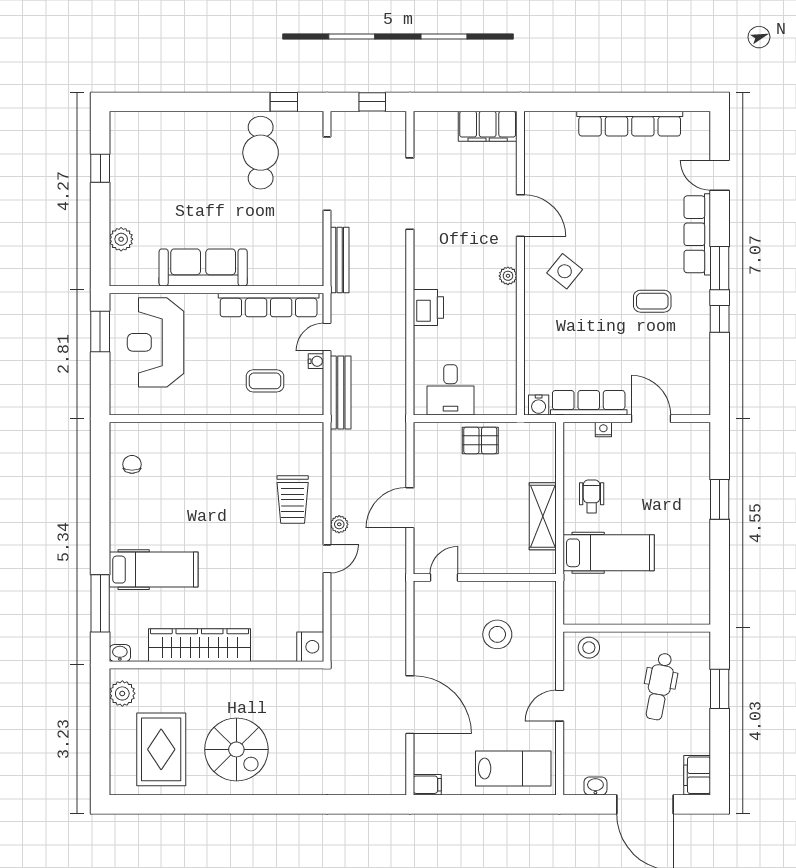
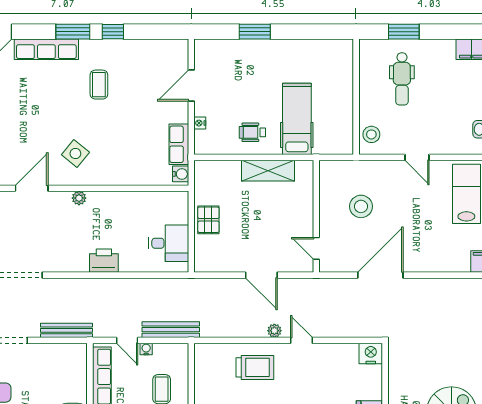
row of seats: (589, 403) -> (179, 144), width x0.68
dental chair: (660, 686) -> (402, 79), turned 79
door: (410, 705) -> (380, 275), moved

